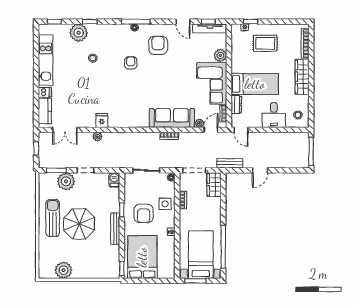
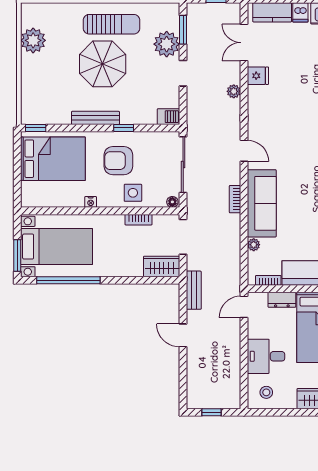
fridge: (102, 120) -> (258, 76), moved
door: (211, 130) -> (244, 151), moved
window: (311, 151) -> (212, 412), width x0.46
sliding door: (146, 170) -> (183, 165), width x1.37
window: (195, 281) -> (17, 255), moved

